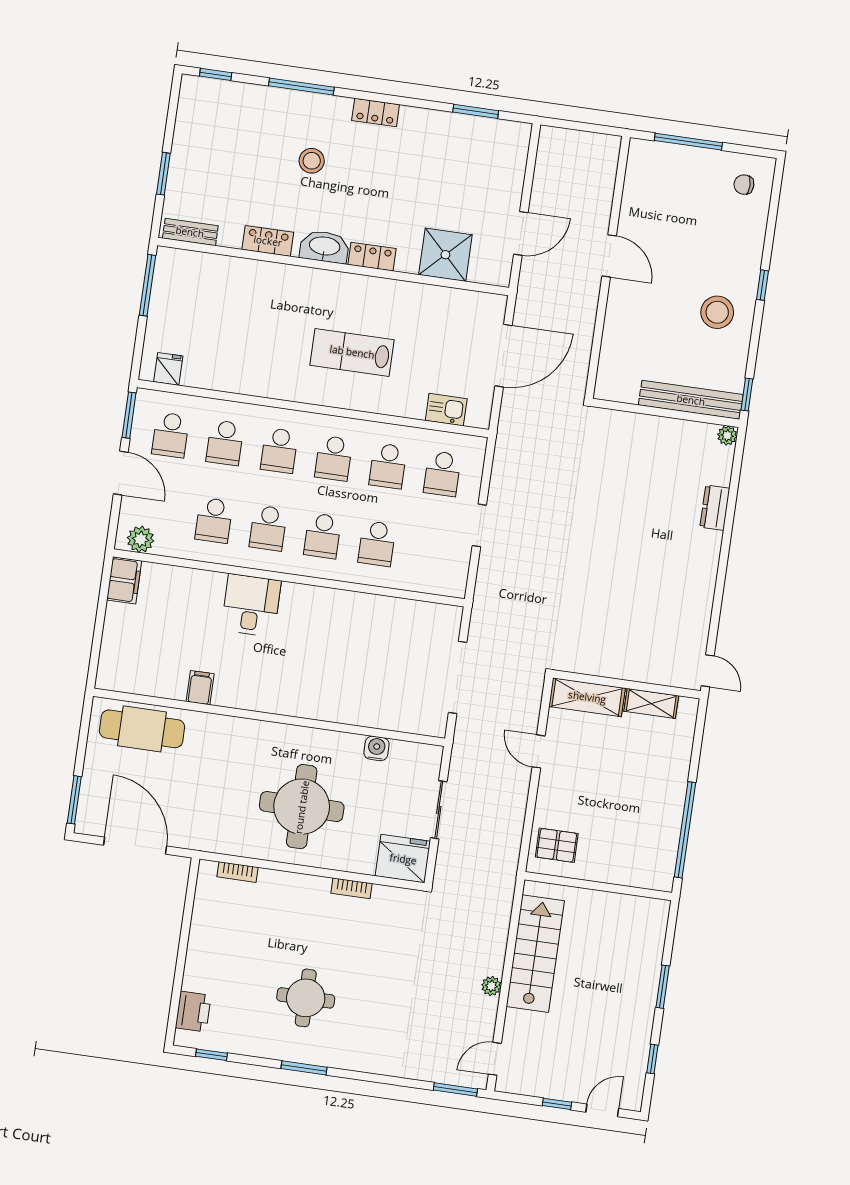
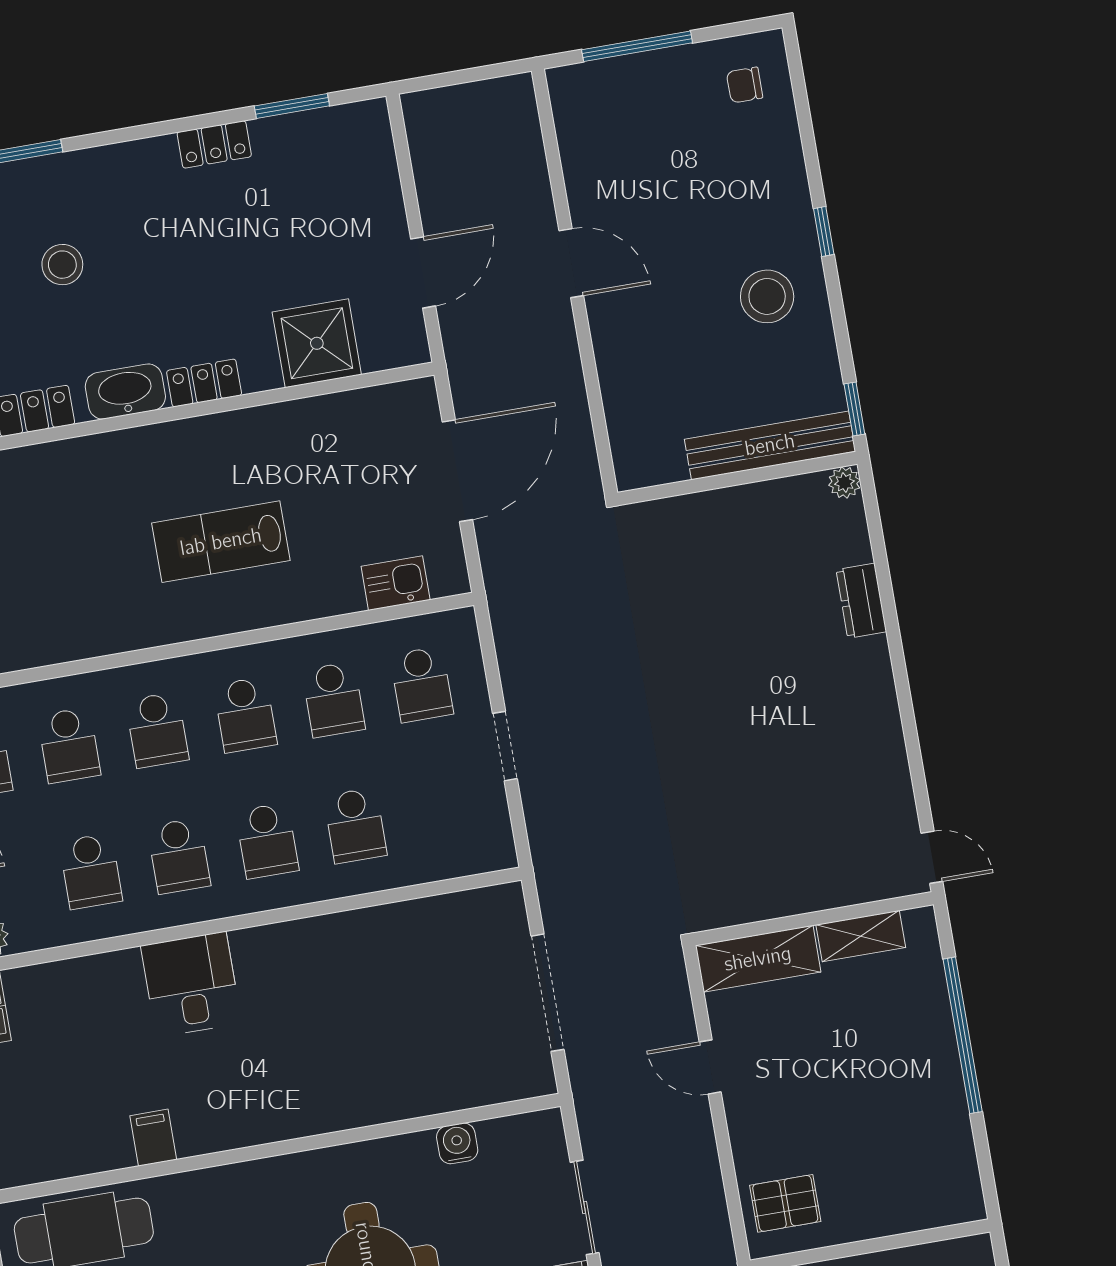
locker: (376, 112) -> (214, 144), moved
window: (685, 830) -> (963, 1035), moved

